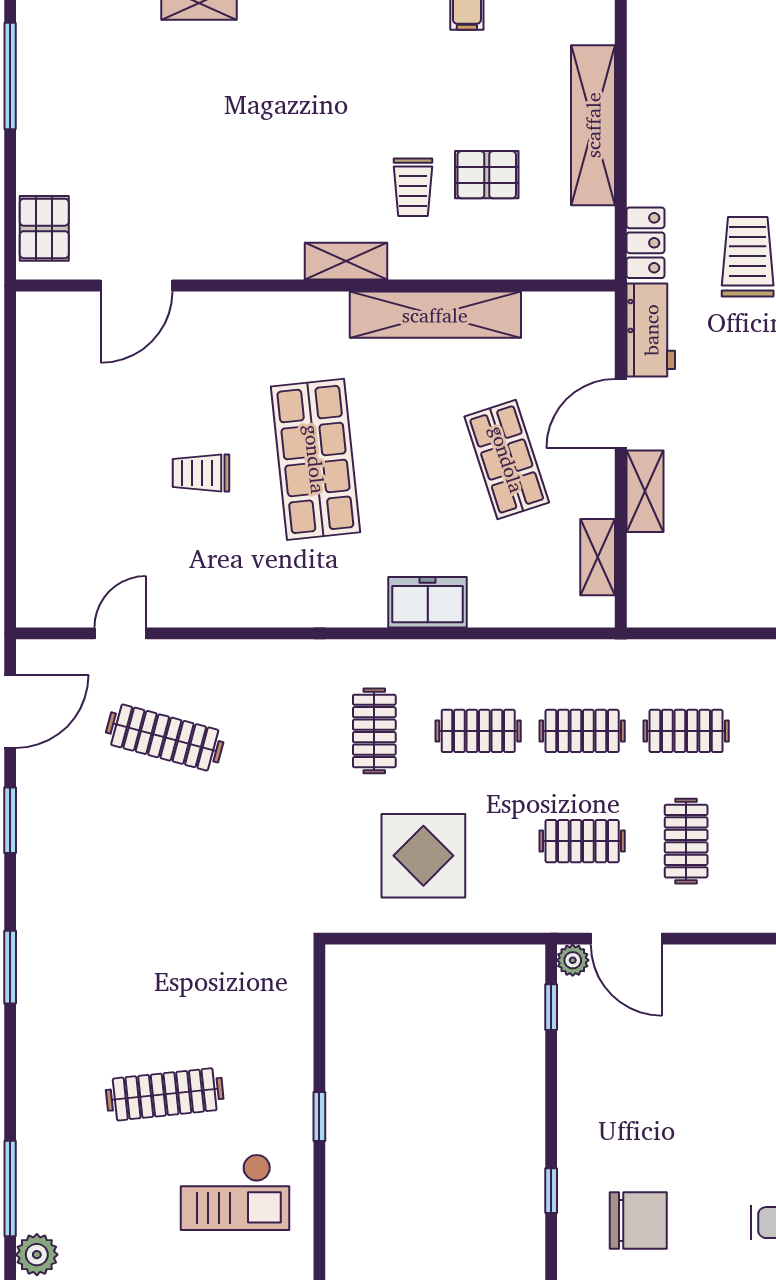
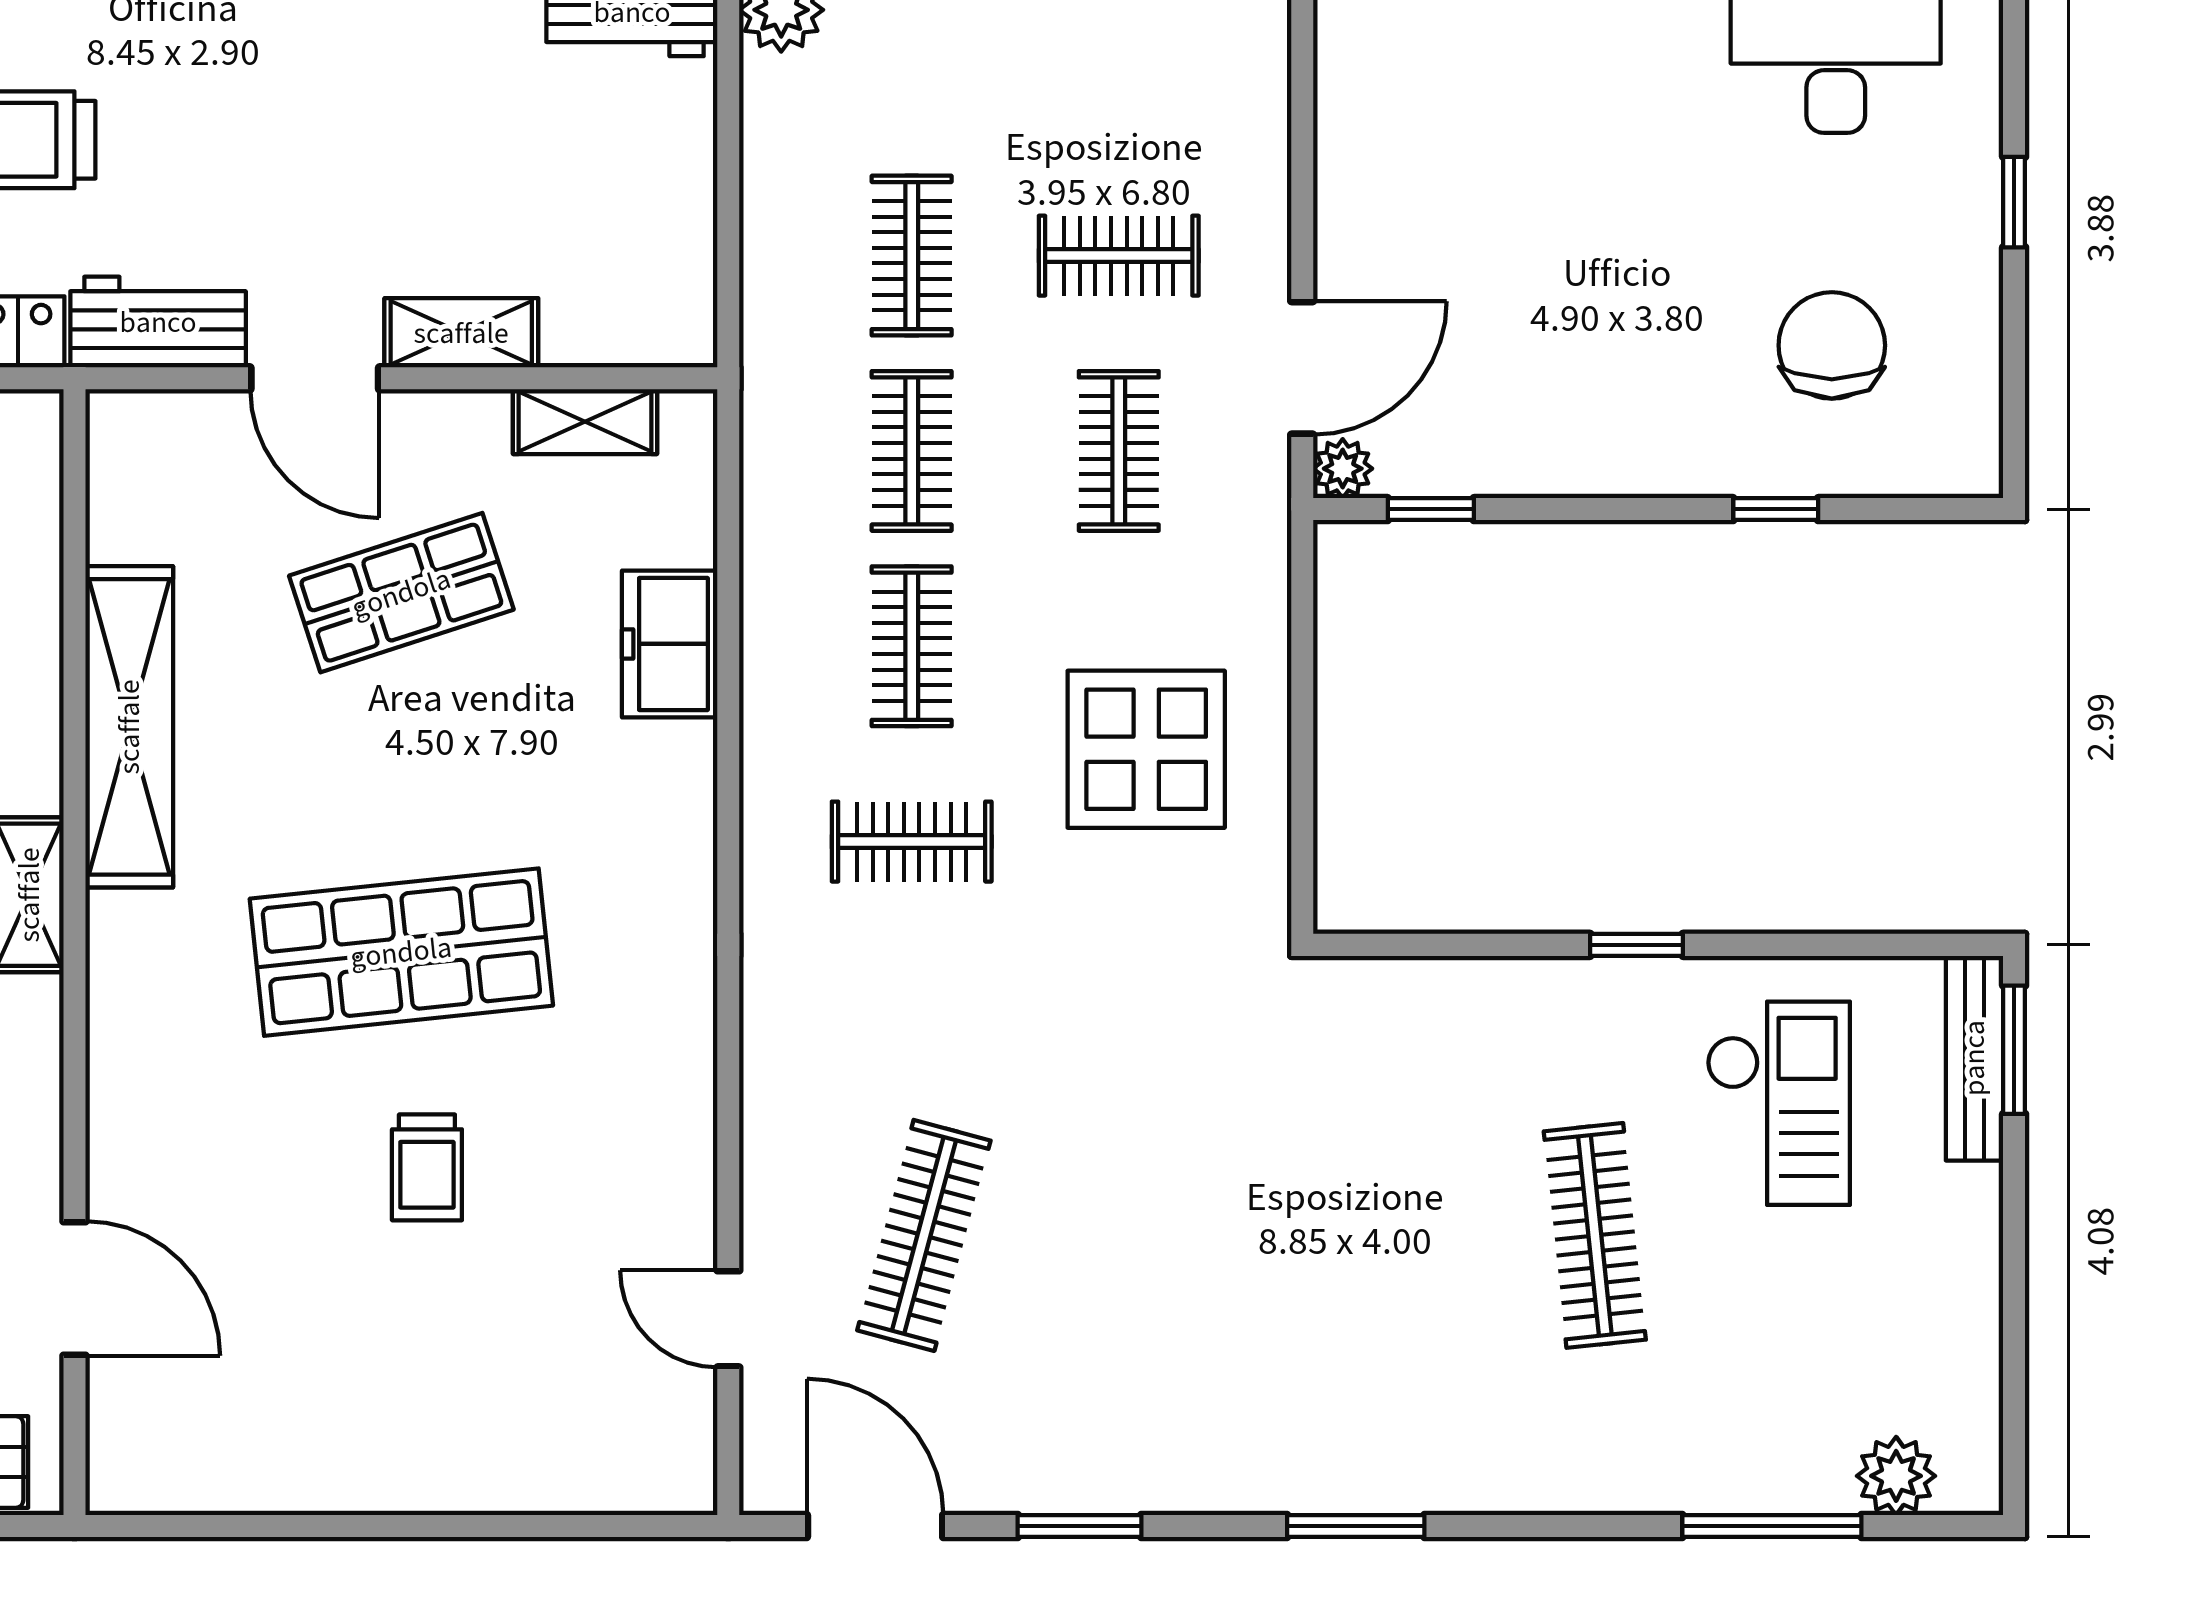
freezer: (428, 602) -> (670, 644), moved

